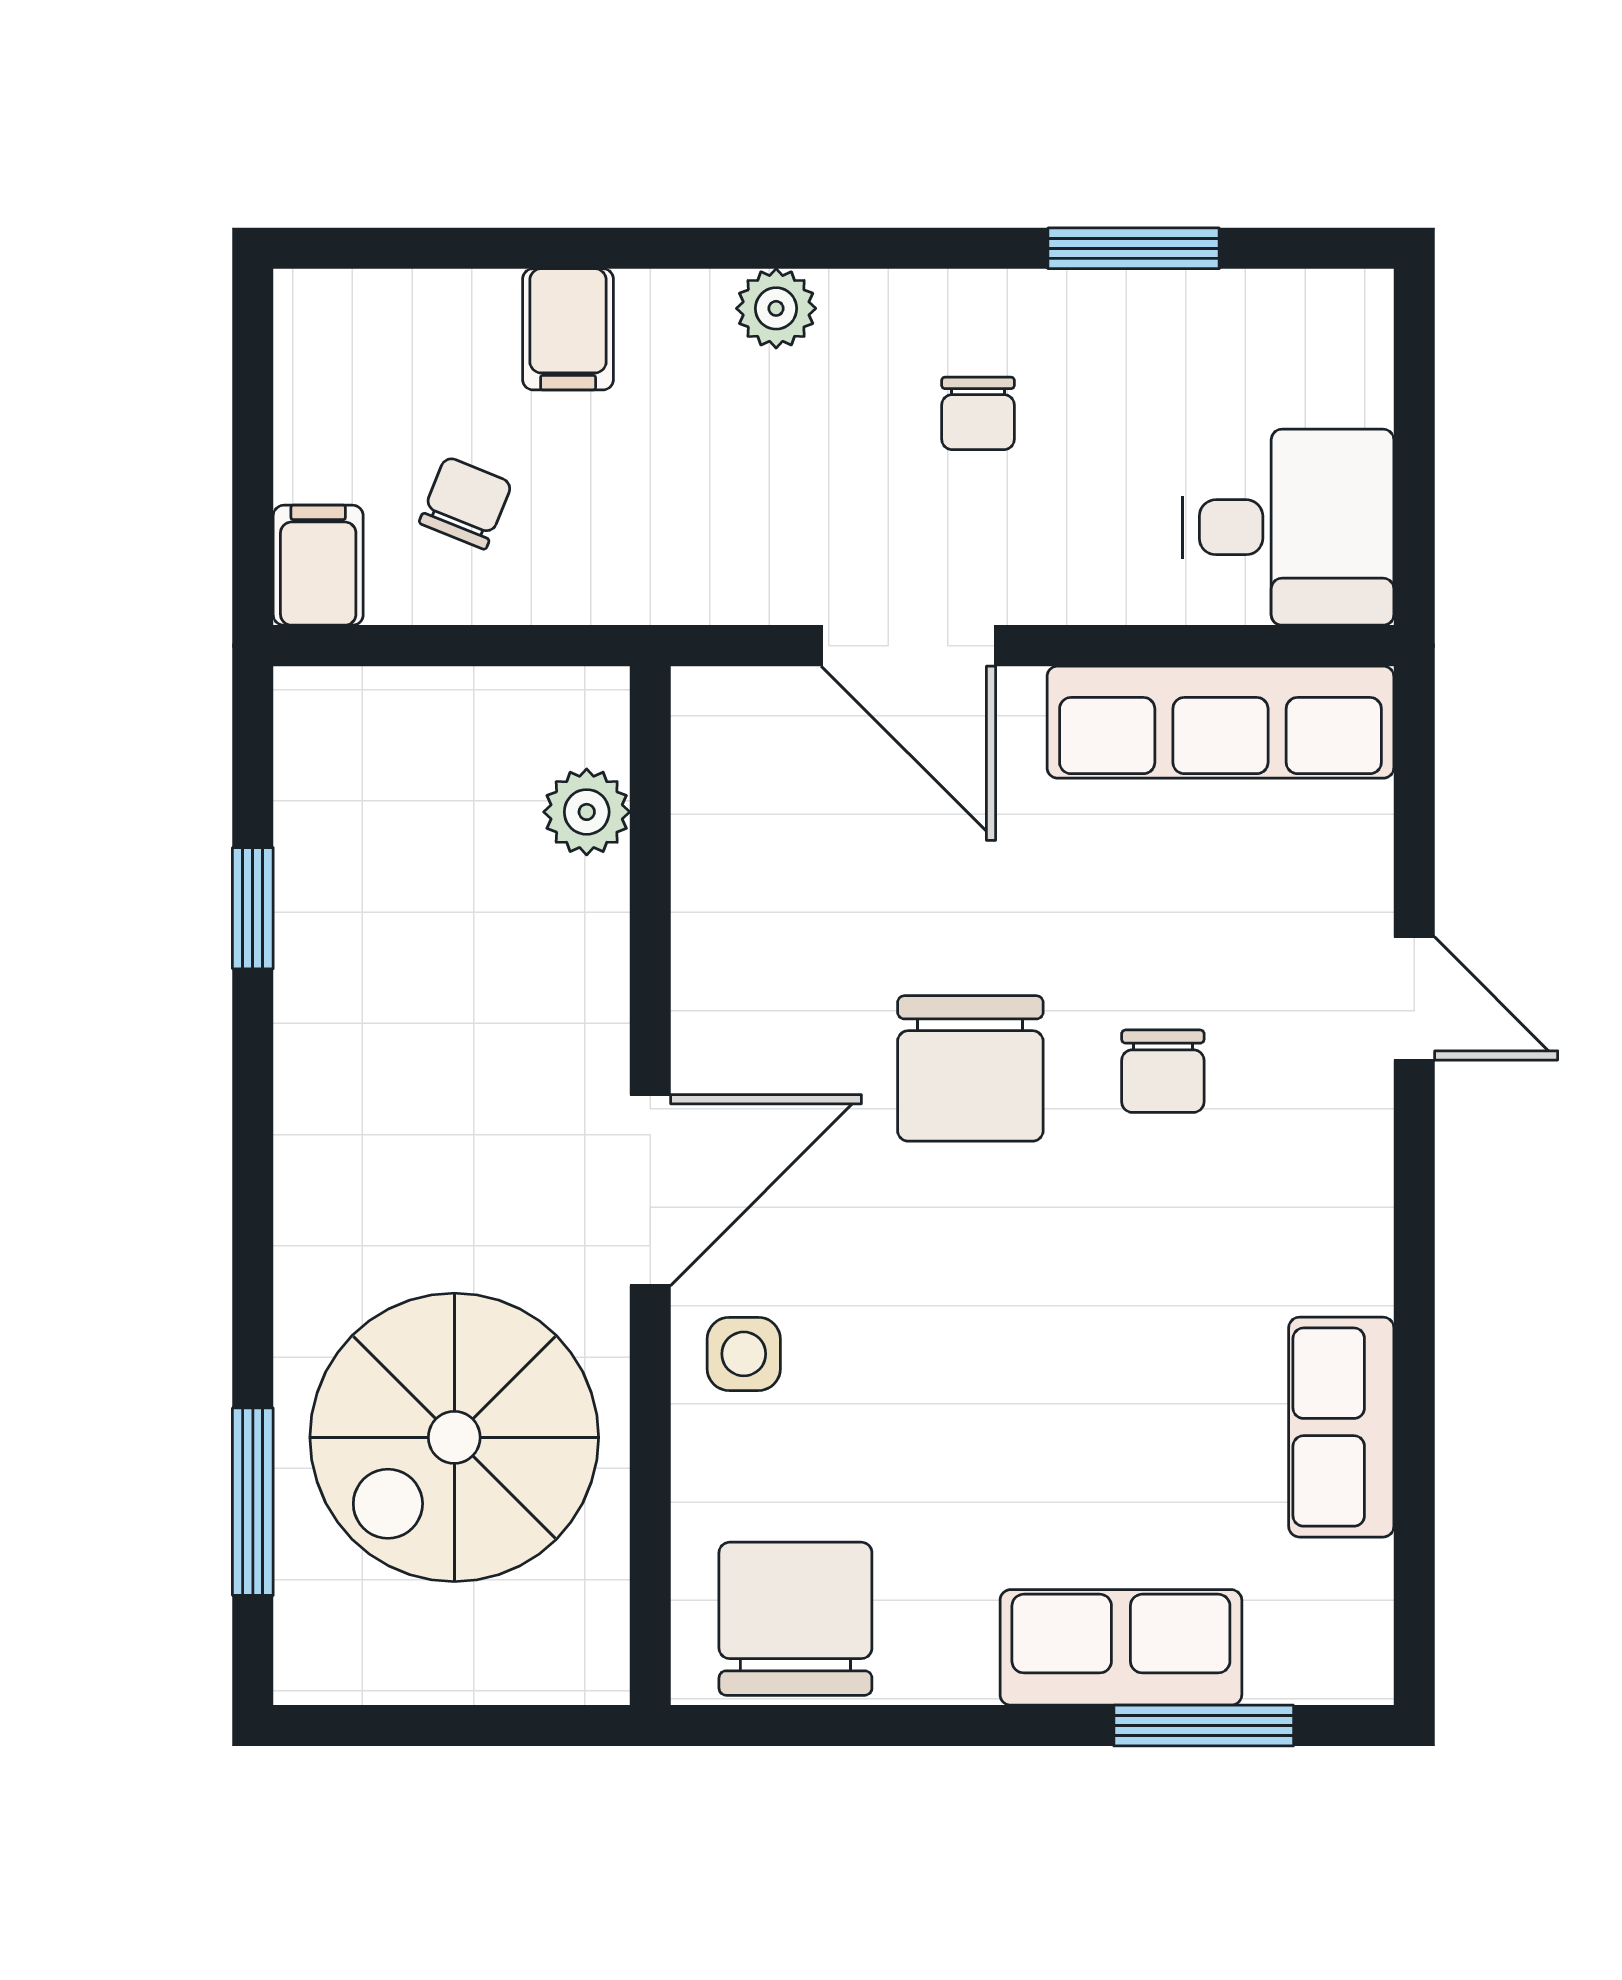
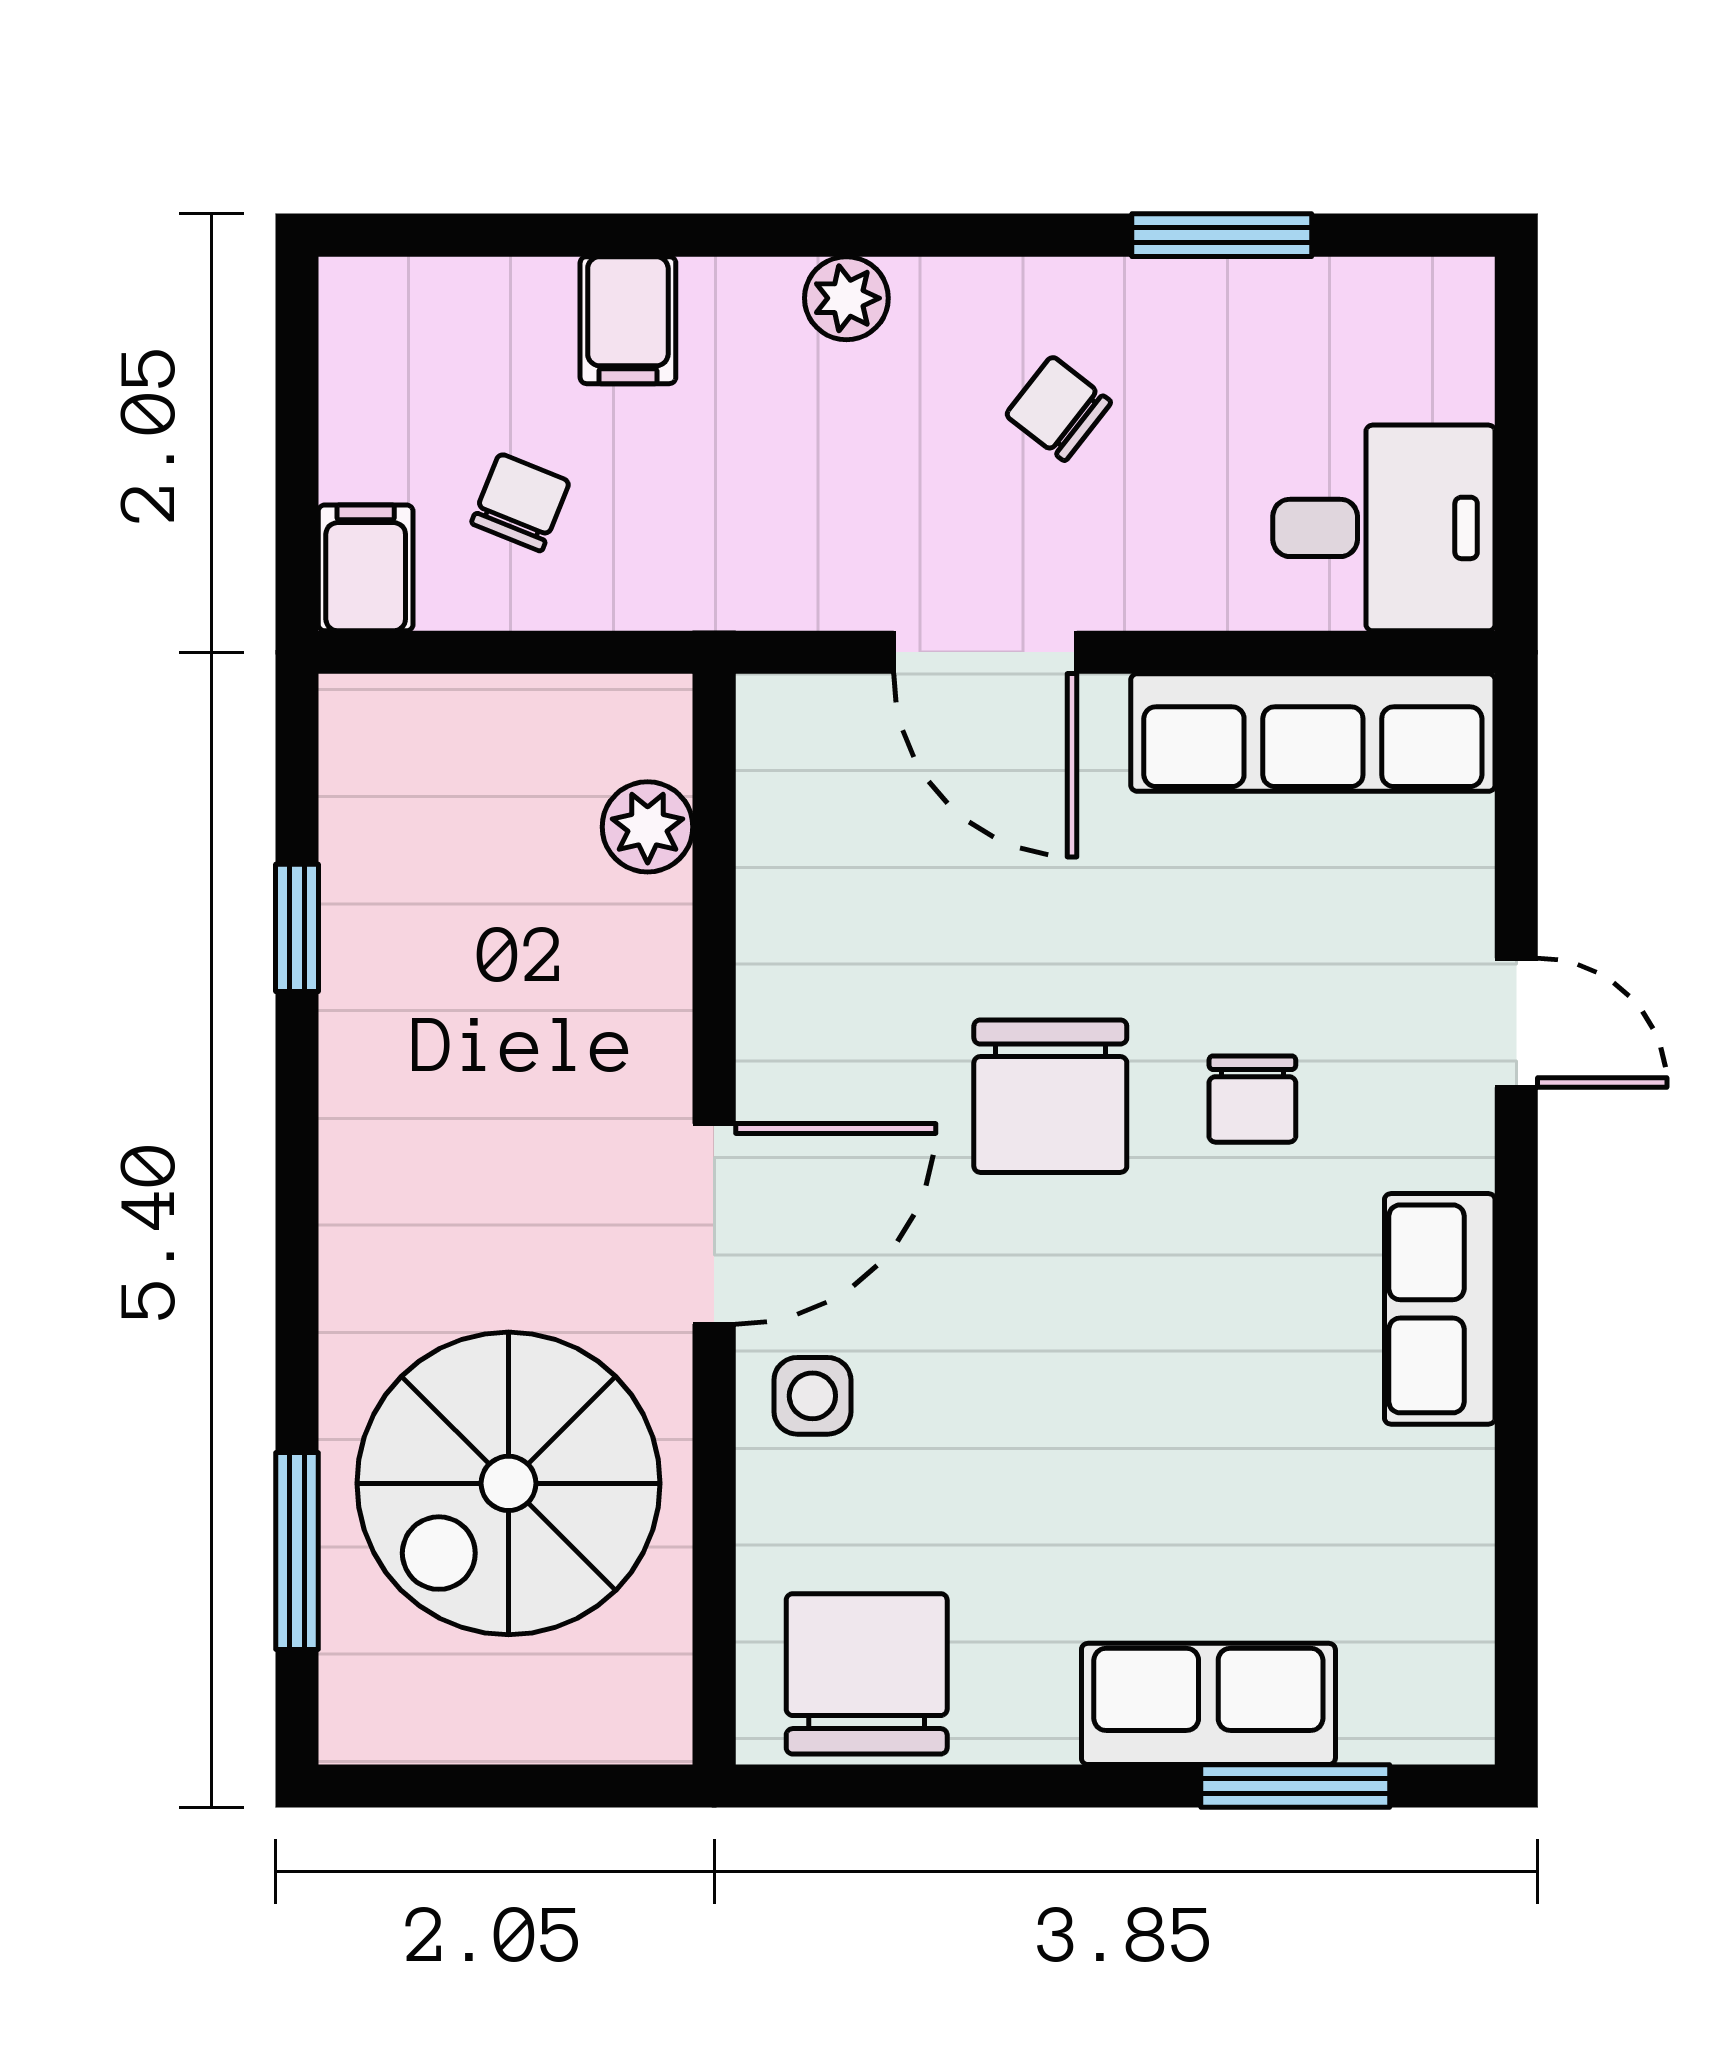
chair: (978, 413) -> (1058, 408), turned 128
row of seats: (1341, 1427) -> (1440, 1309), moved

